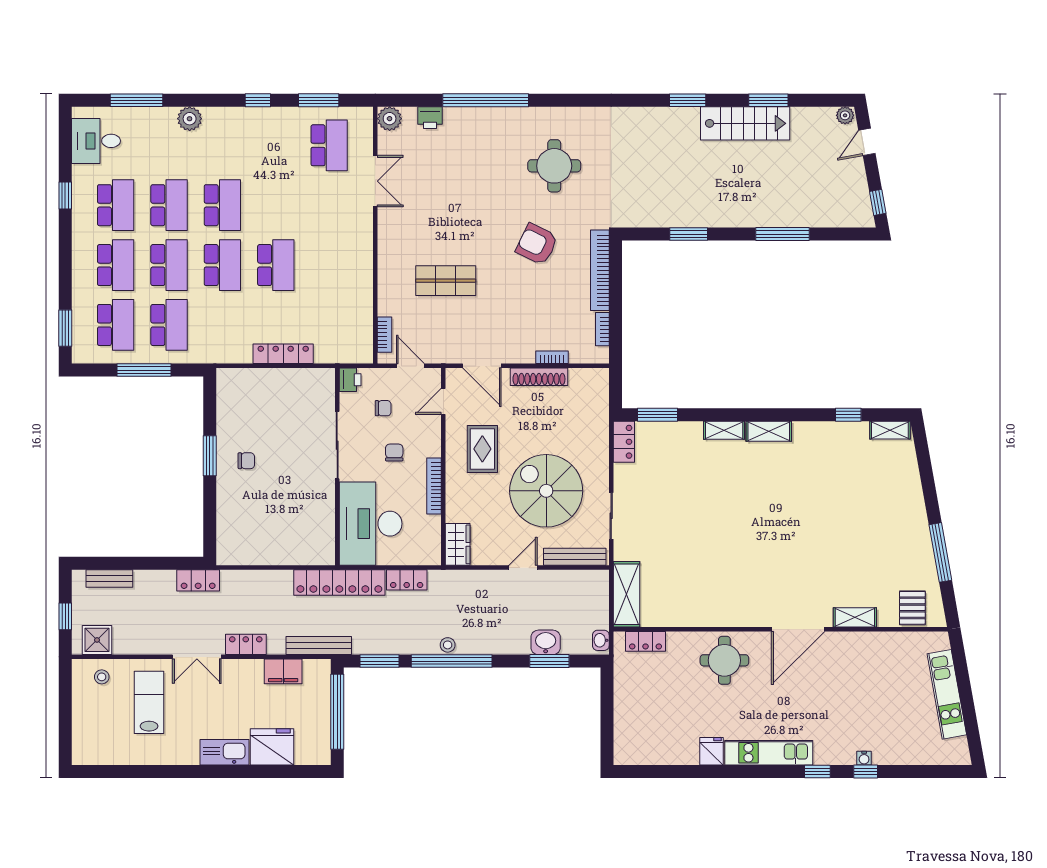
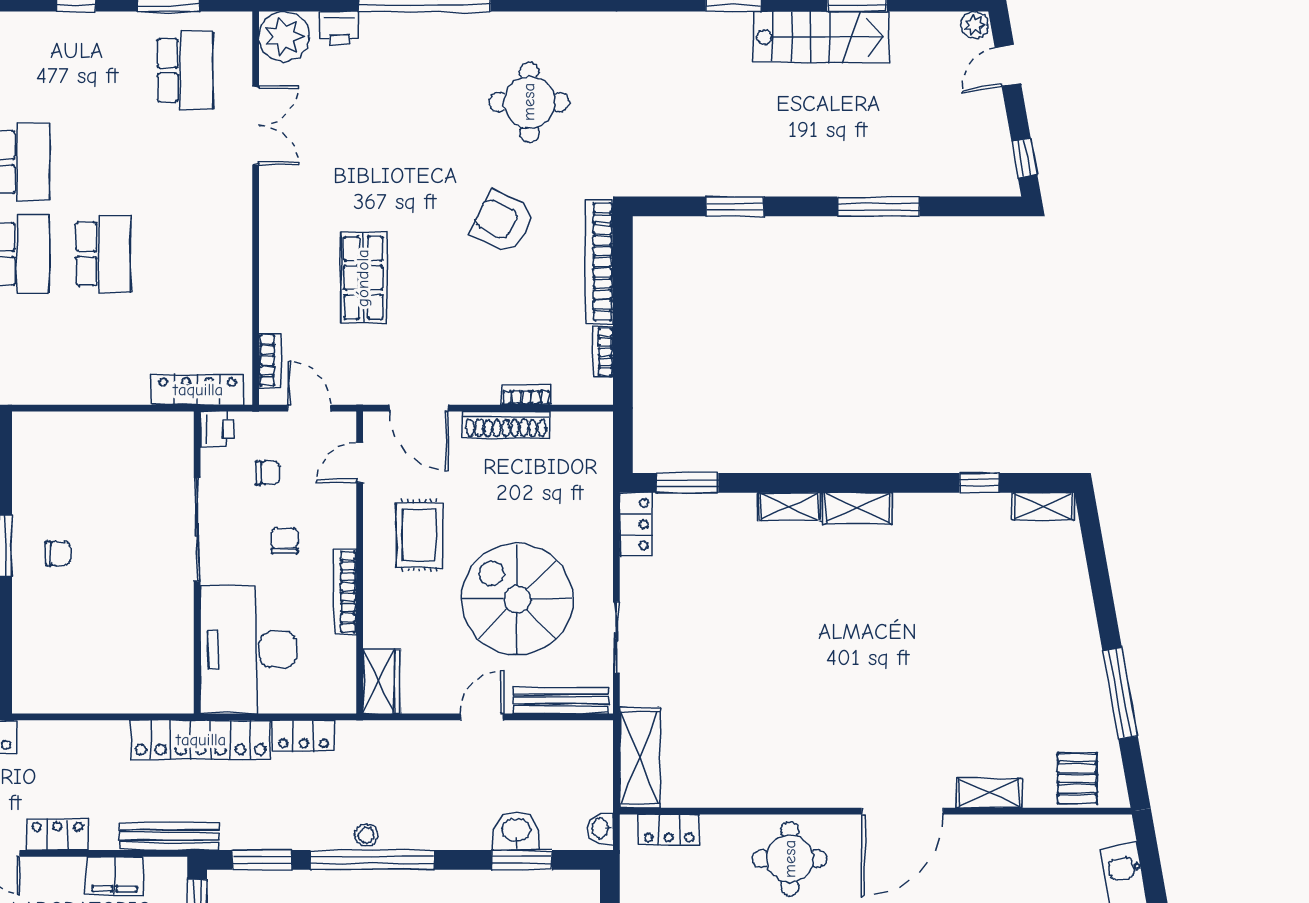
plant: (390, 119) -> (284, 37), width x1.36, depth x1.36
shop shelf: (446, 281) -> (363, 278), turned 90
locker: (283, 354) -> (198, 390), moved

